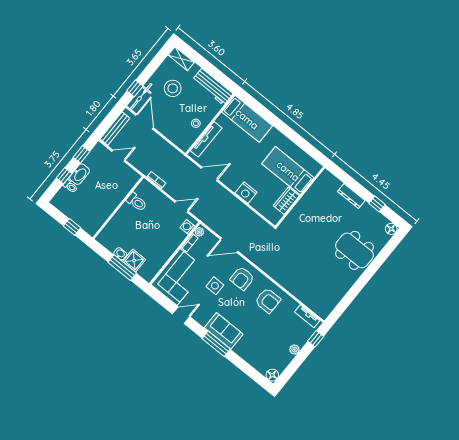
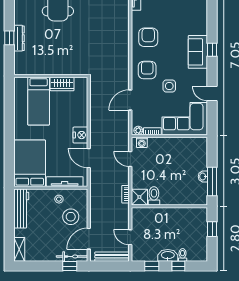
stool: (173, 88) -> (71, 217), moved
bed: (247, 119) -> (30, 163), width x1.50
nightstand: (246, 193) -> (80, 135), moved
window: (377, 204) -> (9, 38), moved
door: (229, 245) -> (130, 100), swing flipped
shower: (134, 261) -> (139, 197), moved
window: (122, 268) -> (212, 182), moved
armchair: (242, 278) -> (147, 70), turned -90
window: (216, 344) -> (212, 50), width x0.46

